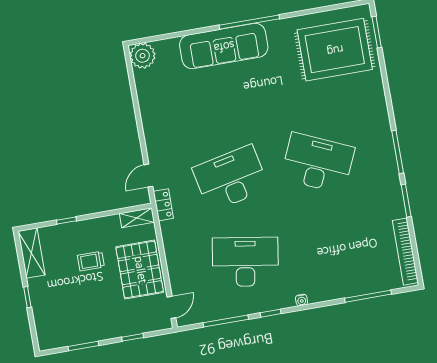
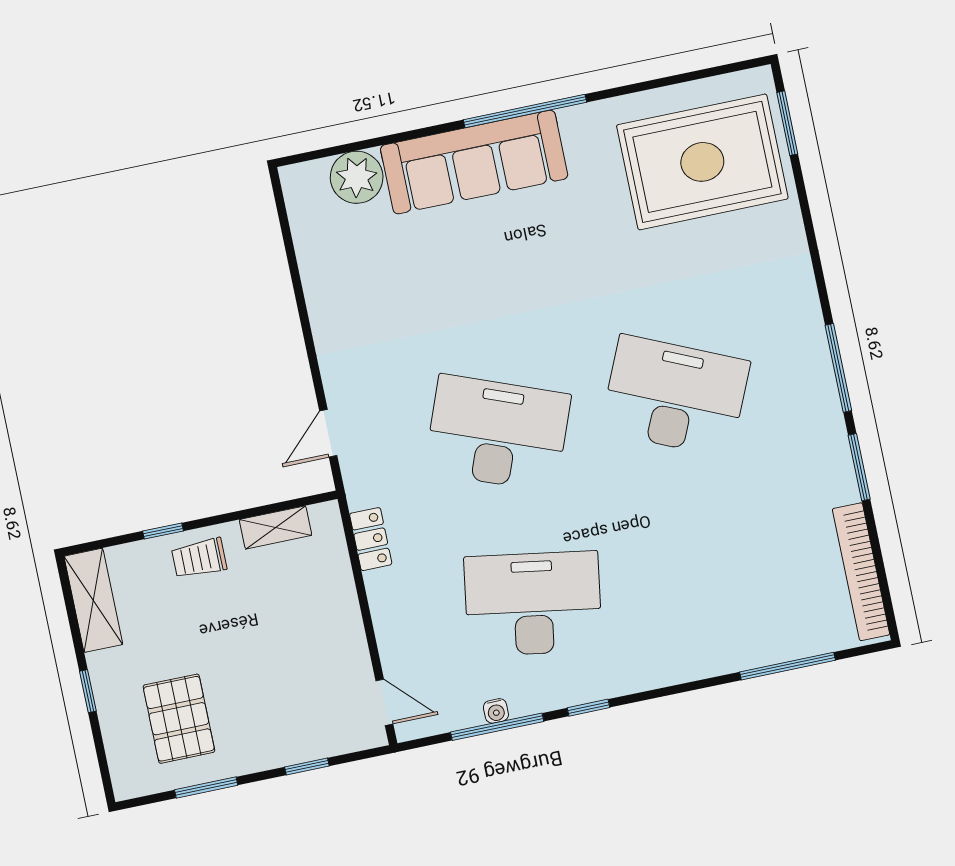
plant: (143, 56) -> (357, 177), moved
desk: (231, 178) -> (497, 433), turned 33
locker: (163, 205) -> (371, 539), moved
shelving: (137, 218) -> (276, 527), moved
trolley: (91, 261) -> (199, 558), moved
pallet: (140, 270) -> (179, 719), moved, width x0.73, depth x0.71
water cooler: (302, 300) -> (496, 711), moved
door: (171, 307) -> (384, 702), hinge flipped

